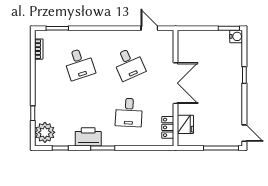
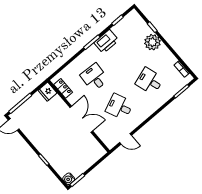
double door: (176, 83) -> (81, 119), swing flipped
fridge: (185, 124) -> (47, 92), moved
plant: (45, 132) -> (152, 42), moved

